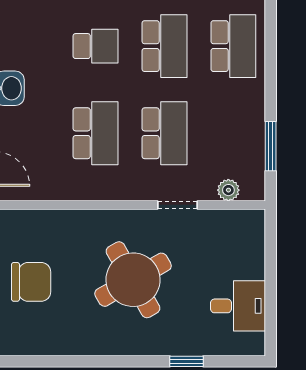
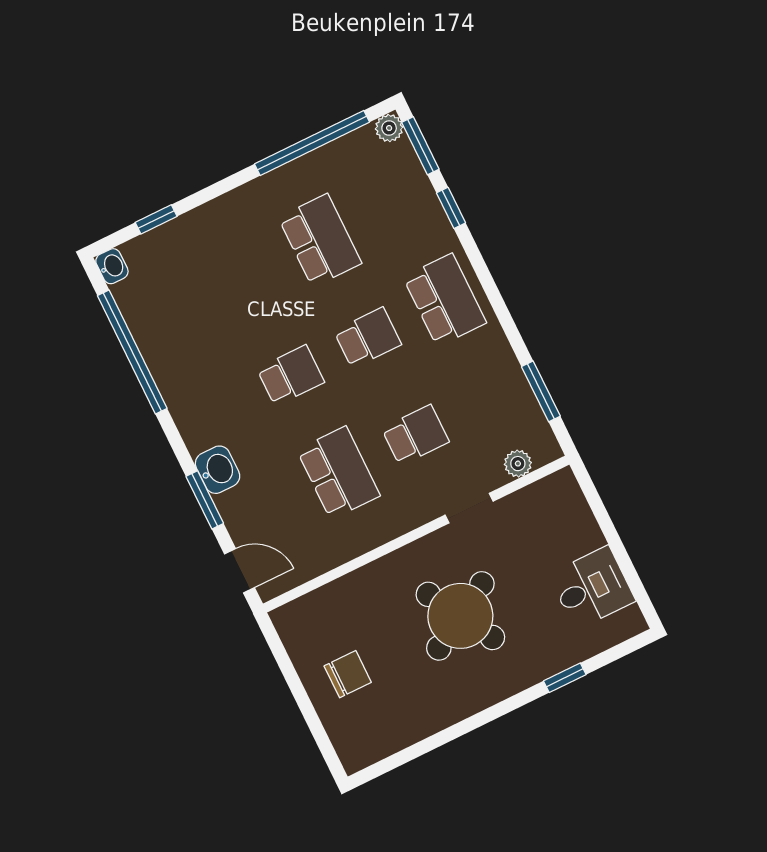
school desk: (164, 46) -> (368, 338), width x0.54
school desk: (164, 133) -> (415, 435), width x0.54
chair: (31, 282) -> (348, 674), width x0.73, depth x0.73

